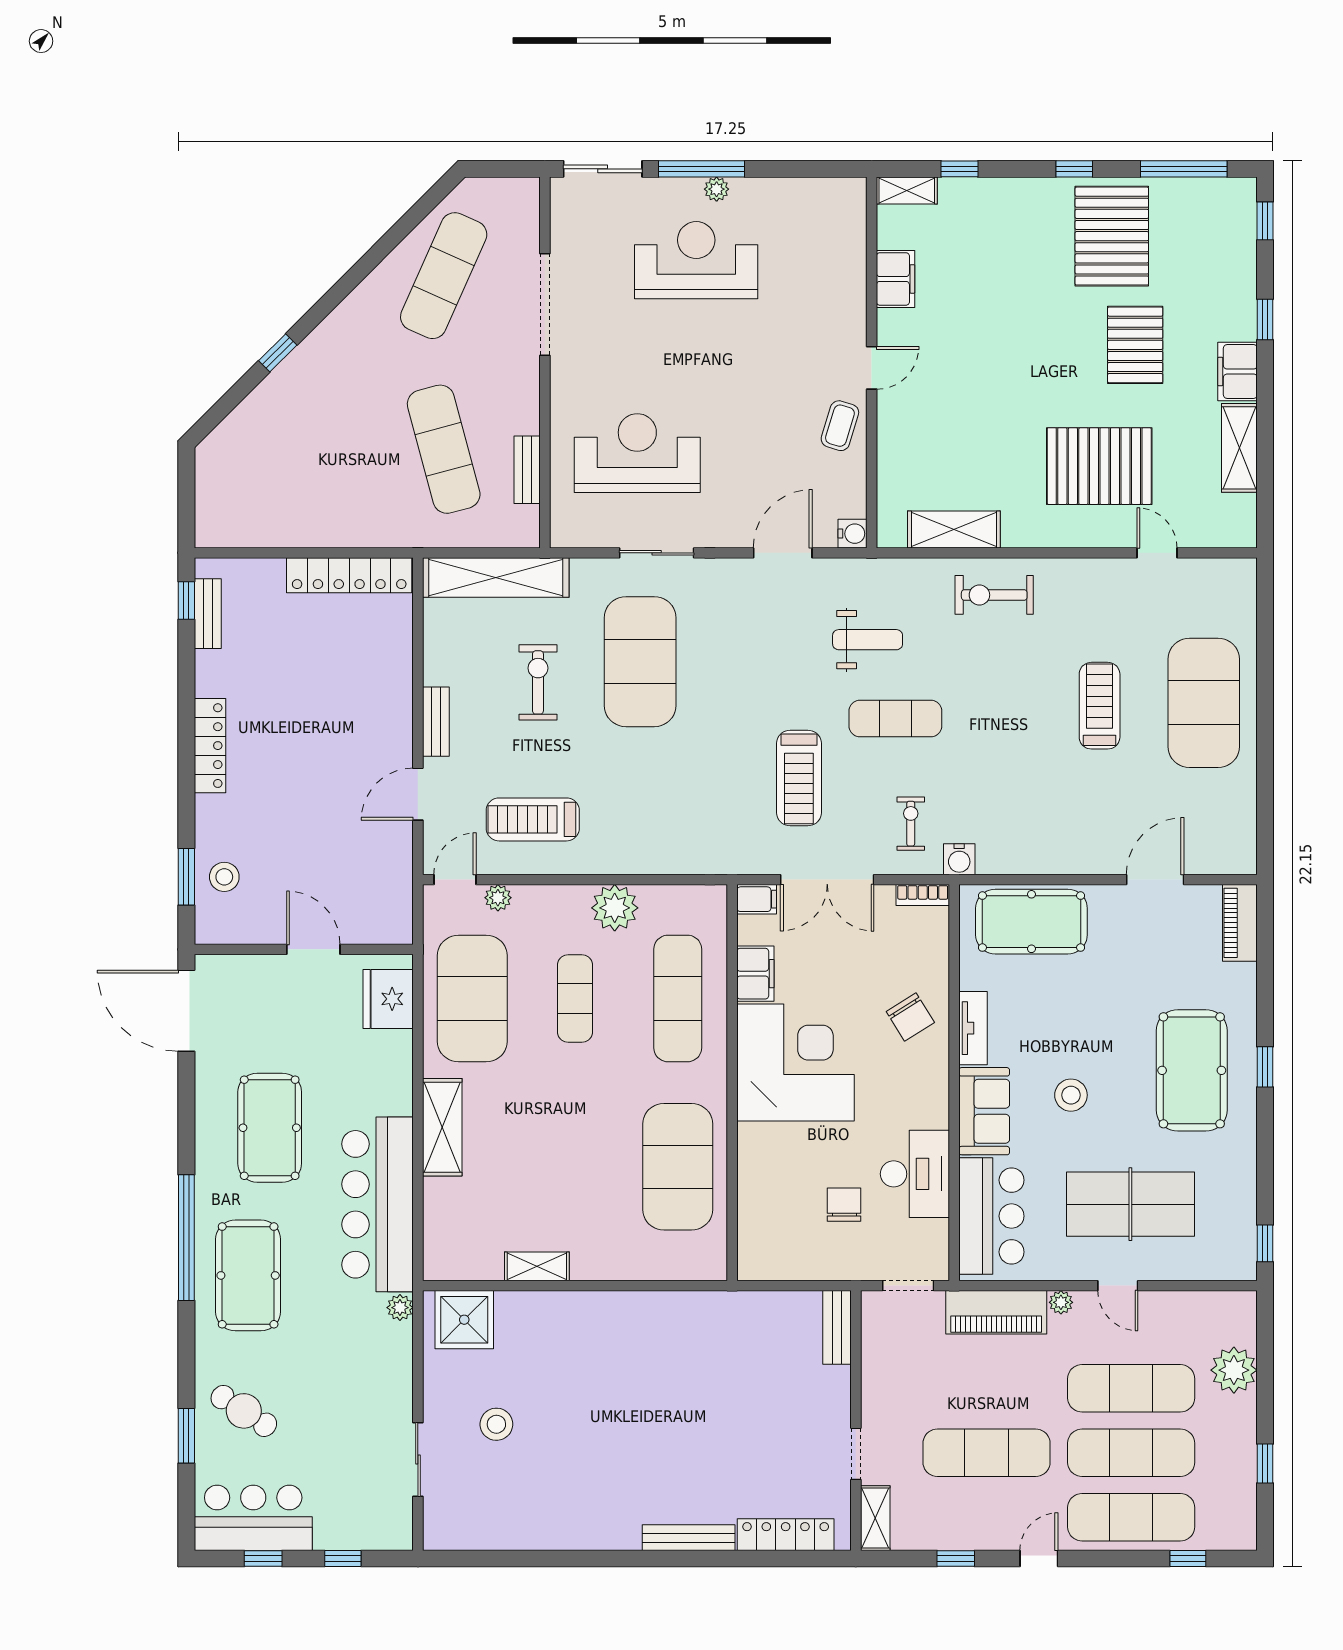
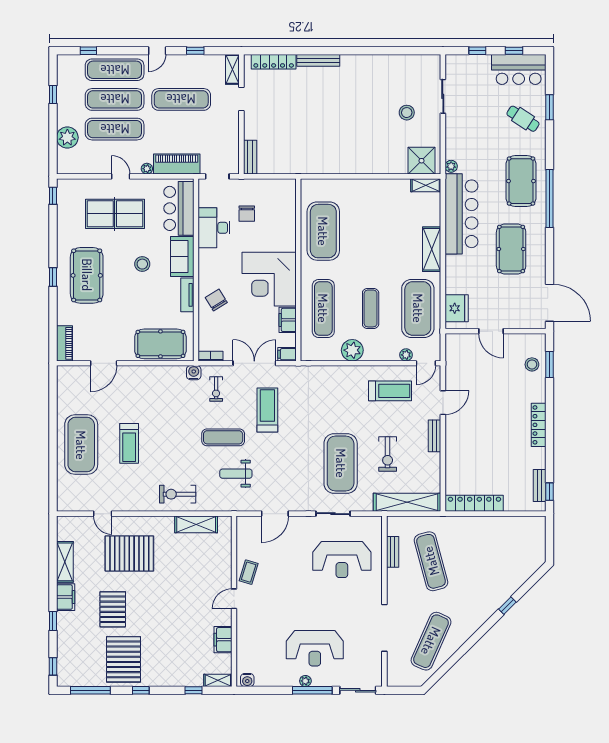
water cooler: (852, 534) -> (247, 680), moved, turned -90
exercise bike: (994, 595) -> (178, 494), turned 180
shelving: (537, 1266) -> (426, 185), moved

